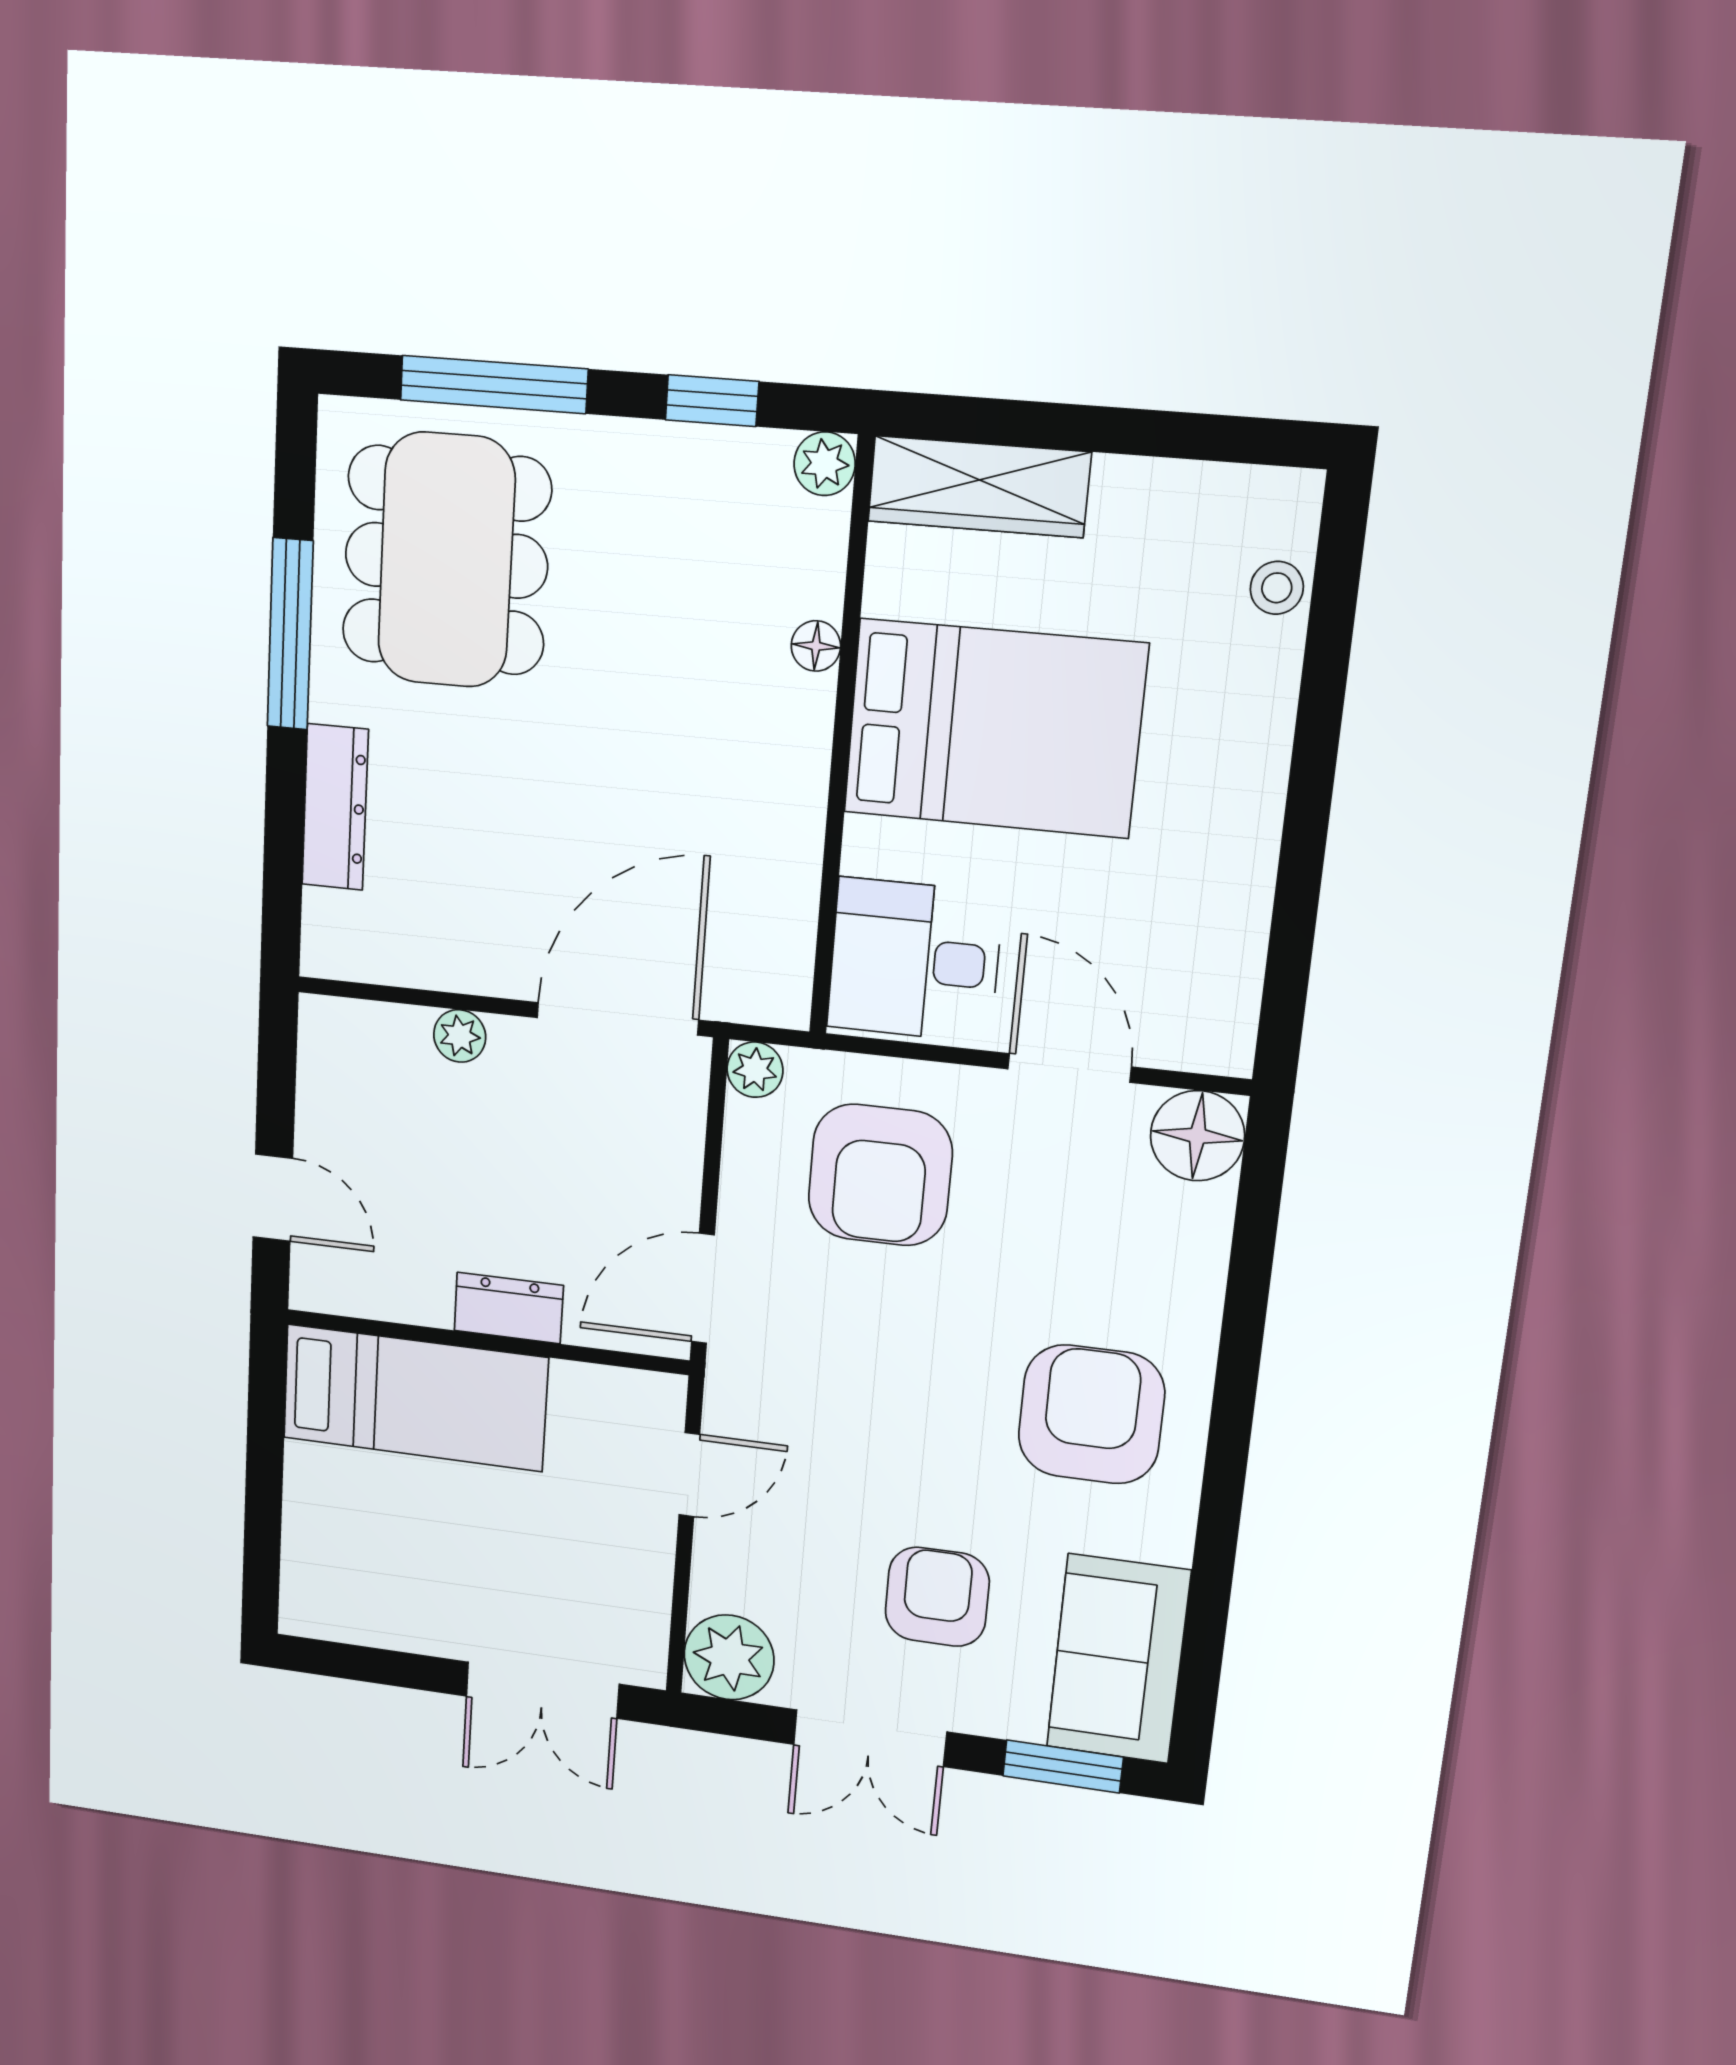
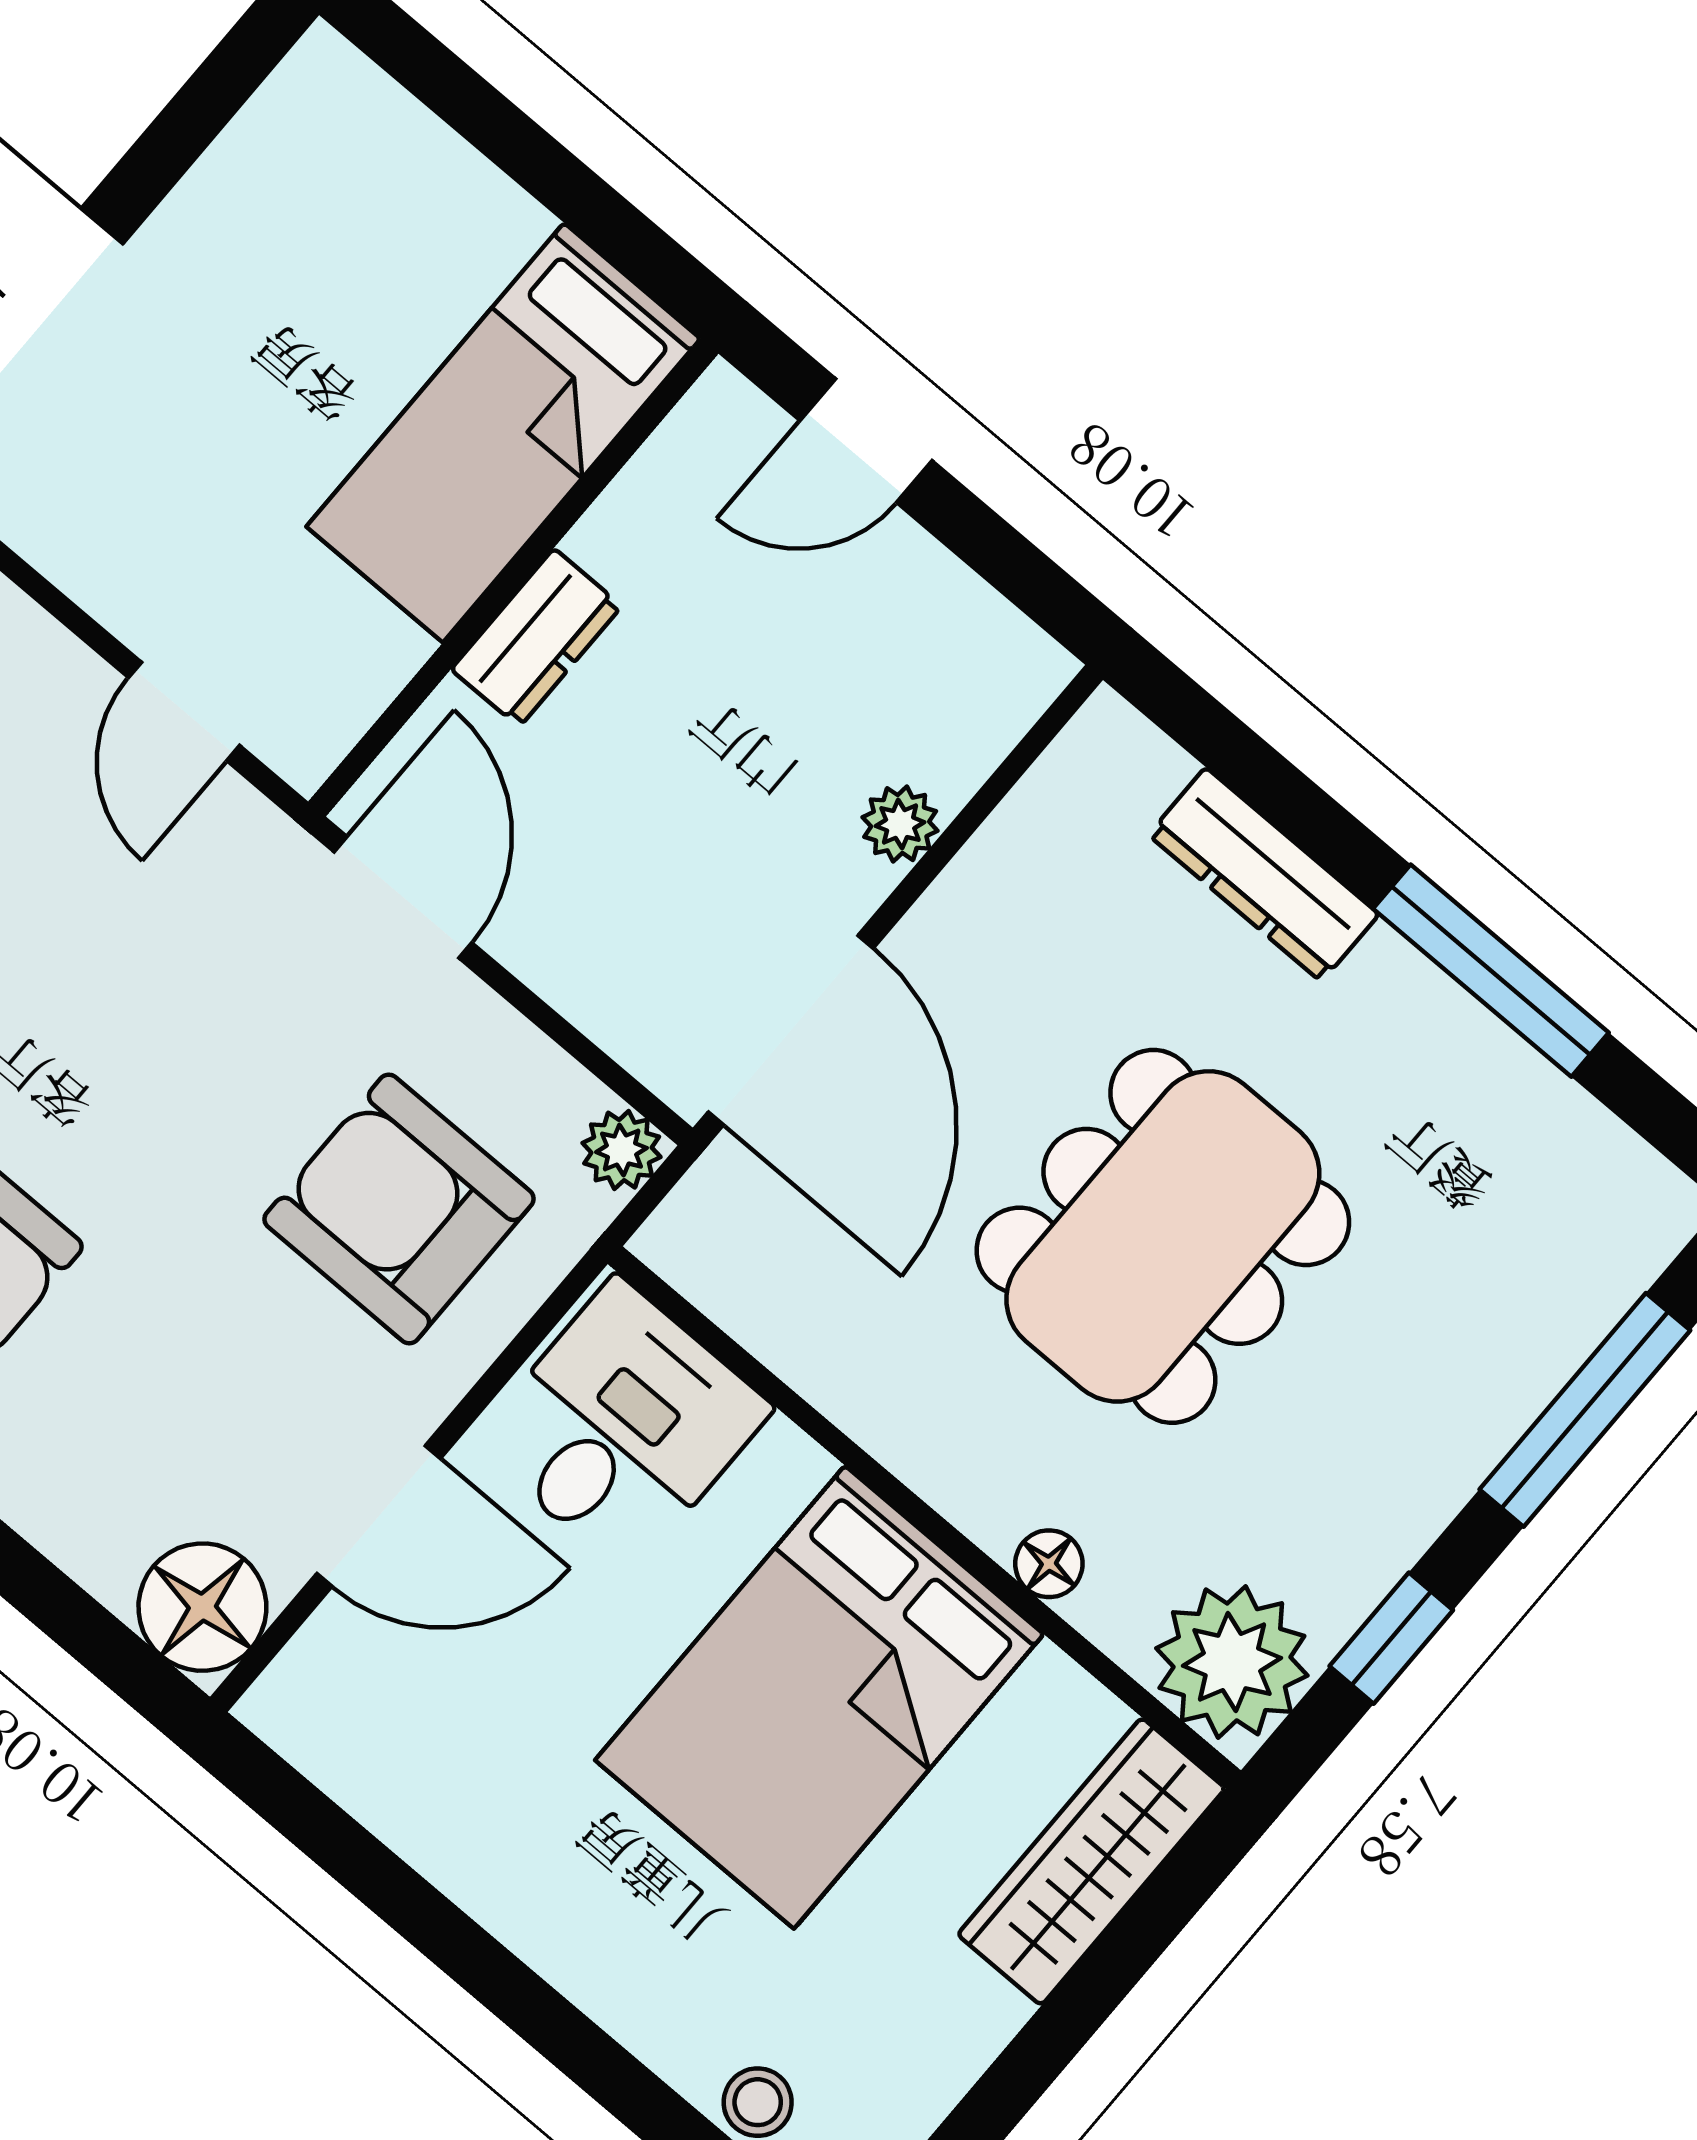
plant: (825, 464) -> (1232, 1662), width x1.87, depth x1.87
dining table: (446, 560) -> (1163, 1236), moved, turned 90

